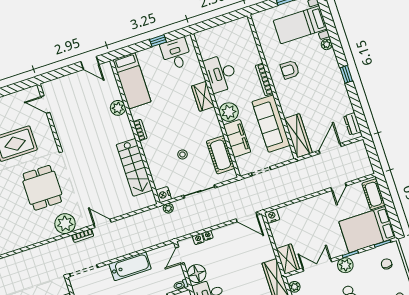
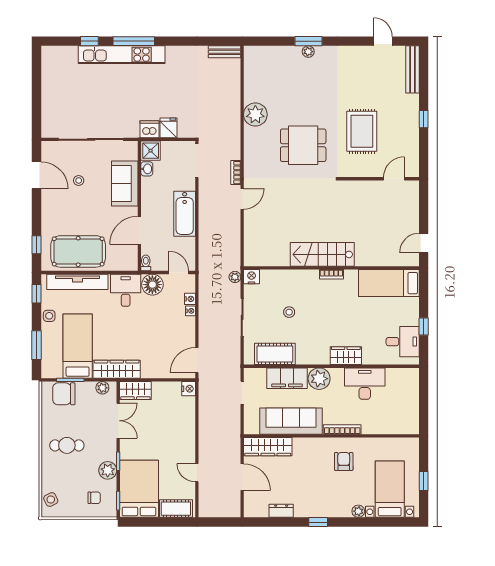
plant: (118, 108) -> (364, 258), removed
dresser: (352, 124) -> (281, 511), moved
stairs: (134, 167) -> (322, 254), moved
plant: (65, 224) -> (255, 115), moved
plant: (345, 265) -> (108, 470), moved

